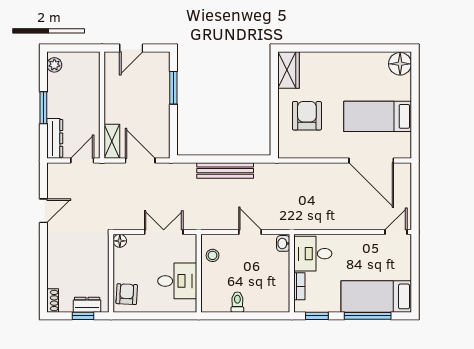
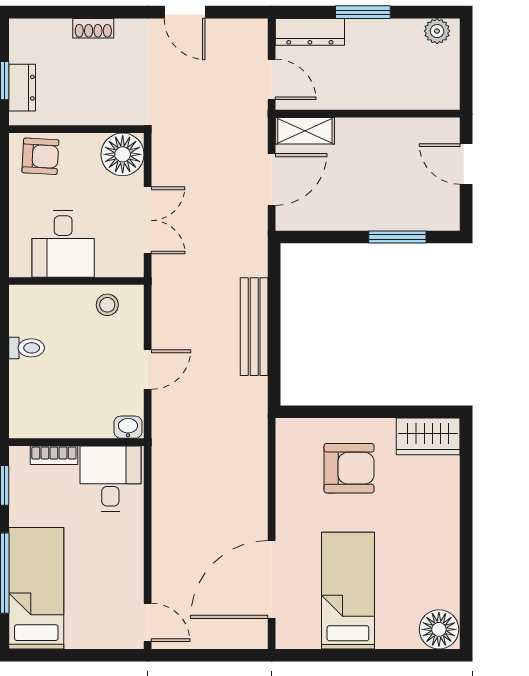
floor lamp: (120, 241) -> (123, 154), width x1.89, depth x1.89
shoe rack: (53, 301) -> (93, 28), moved

